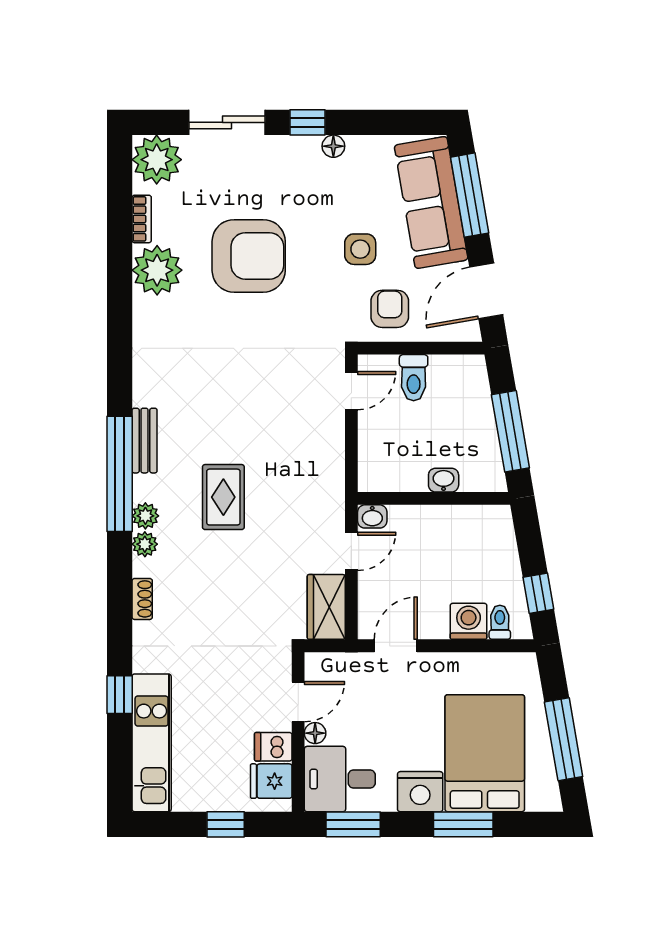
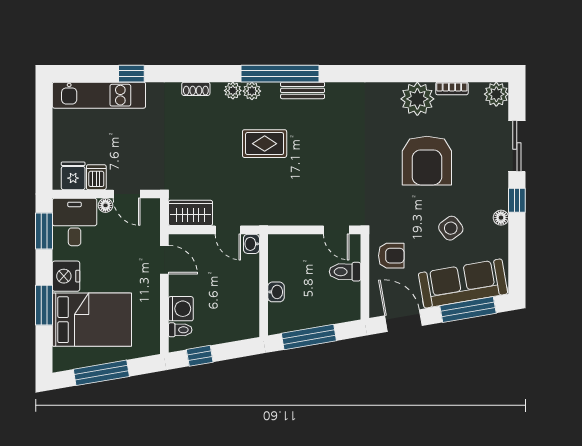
plant: (157, 160) -> (496, 94), width x0.73, depth x0.73
side table: (360, 249) -> (451, 228), moved, turned -37
window: (226, 824) -> (44, 145), removed

